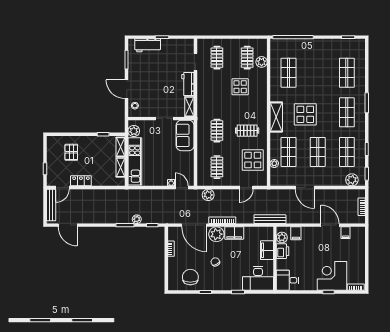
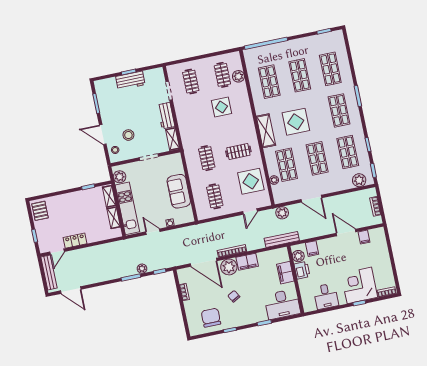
workbench: (148, 45) -> (130, 81), moved
shop shelf: (318, 73) -> (300, 75), added
stool: (150, 95) -> (128, 135), added
sofa: (185, 135) -> (179, 191), moved
pallet: (71, 152) -> (40, 211), moved
door: (182, 188) -> (153, 232), moved
plant: (208, 195) -> (282, 213), moved
desk: (287, 280) -> (326, 296), moved, turned -90

